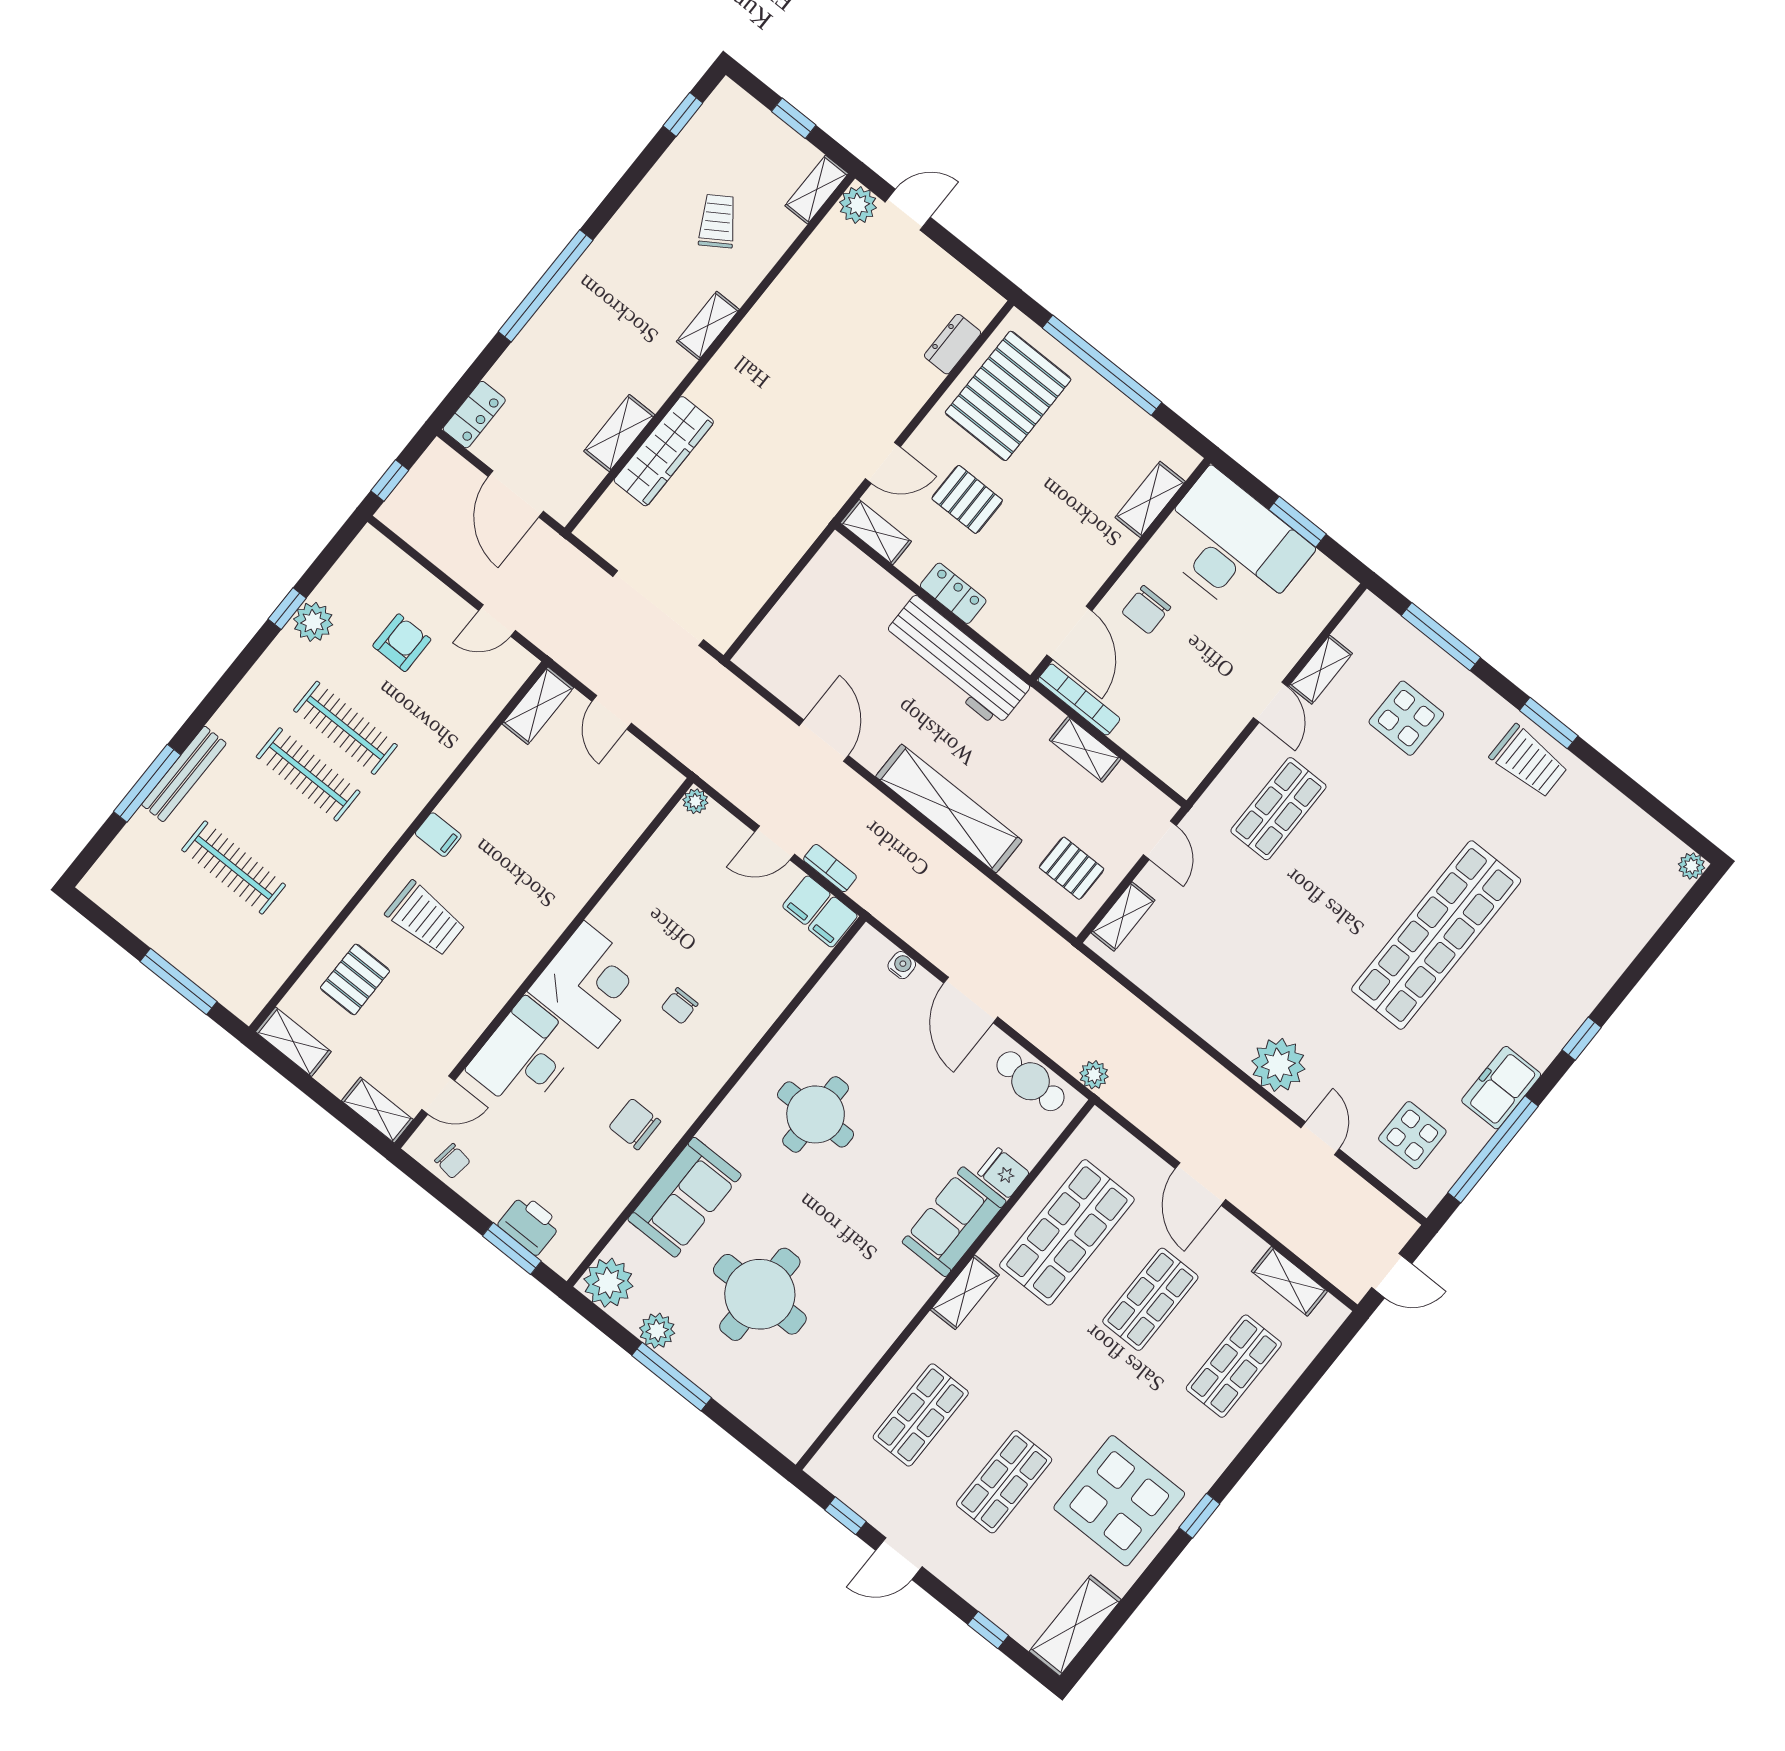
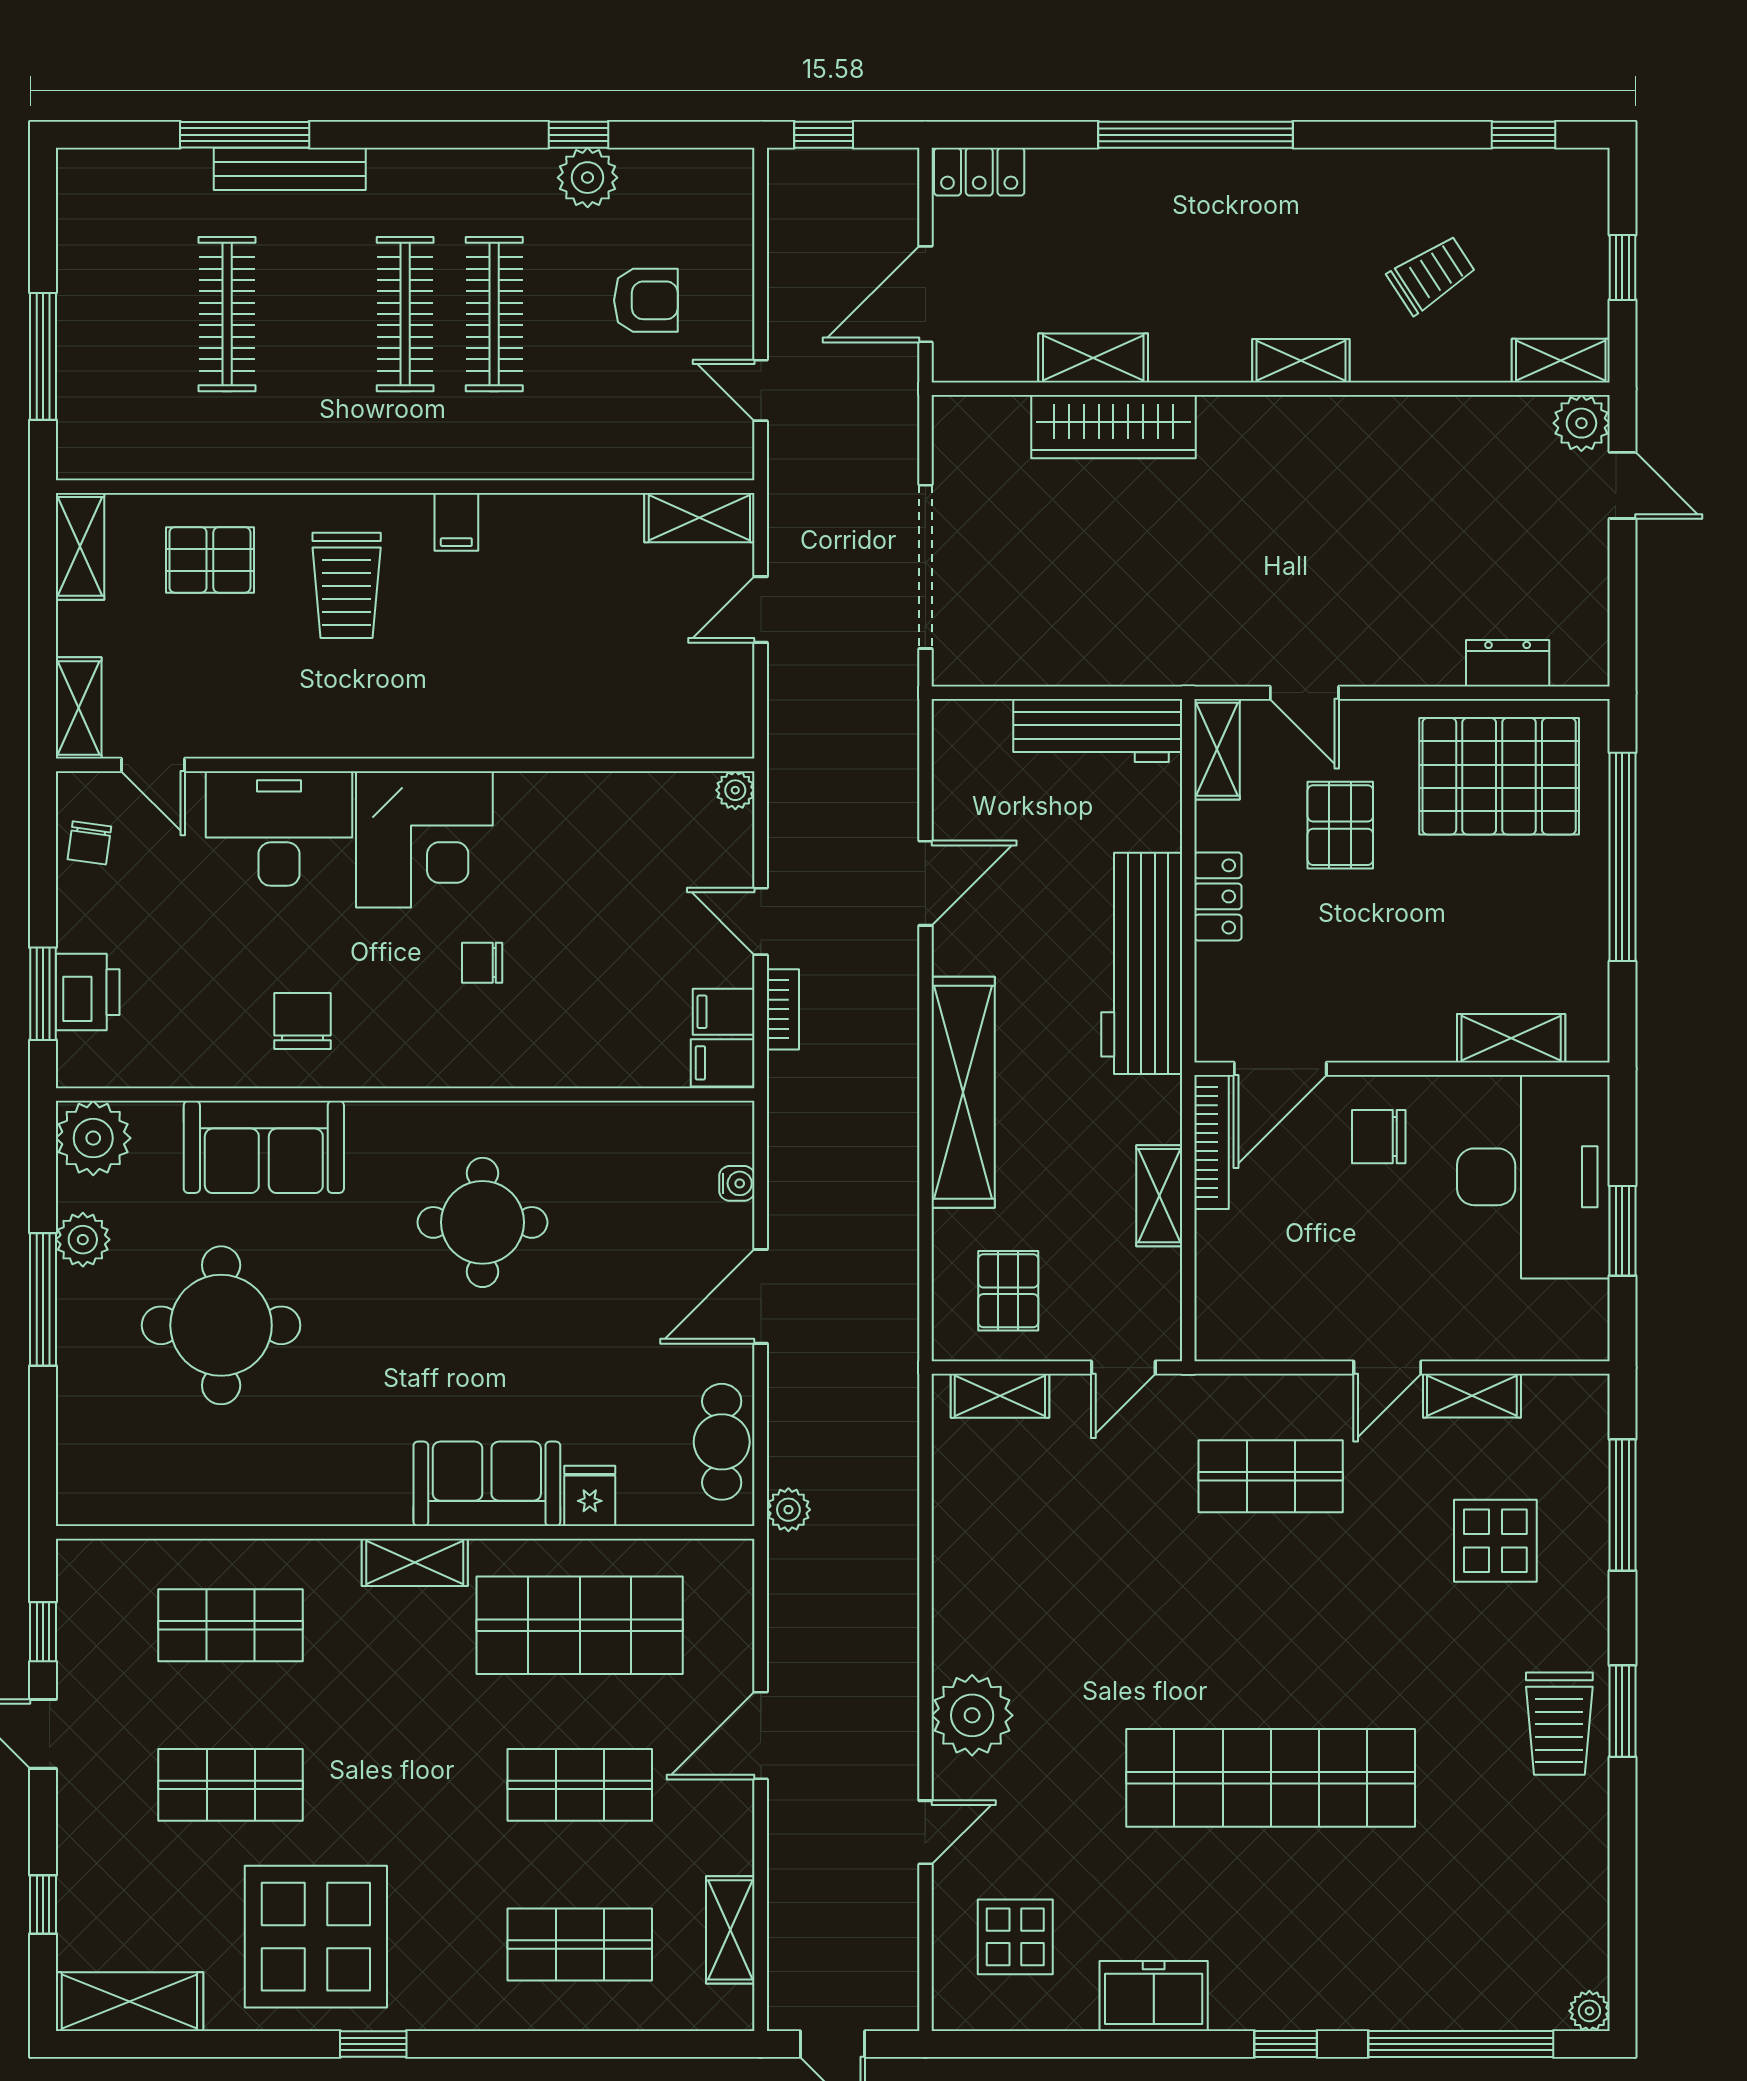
workbench: (816, 587) -> (1098, 731), added
window: (1493, 1149) -> (1461, 2044), moved

